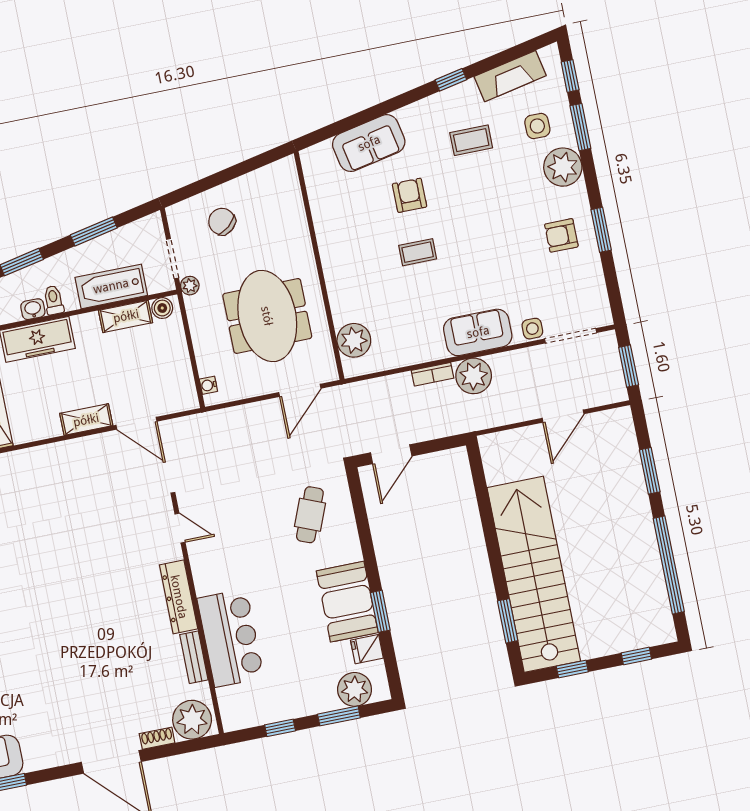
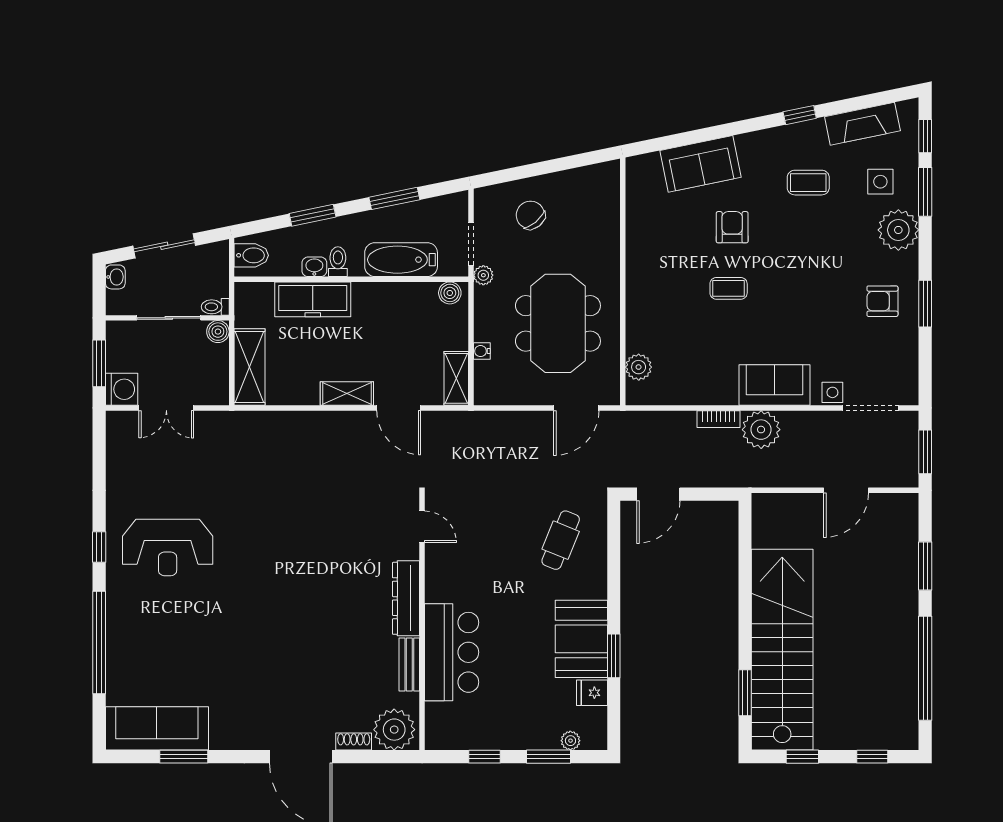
shelving: (126, 316) -> (456, 378), moved, turned 90
plant: (354, 340) -> (639, 367), width x0.73, depth x0.73
water cooler: (208, 385) -> (482, 351), moved
plant: (355, 689) -> (570, 741), width x0.53, depth x0.53

